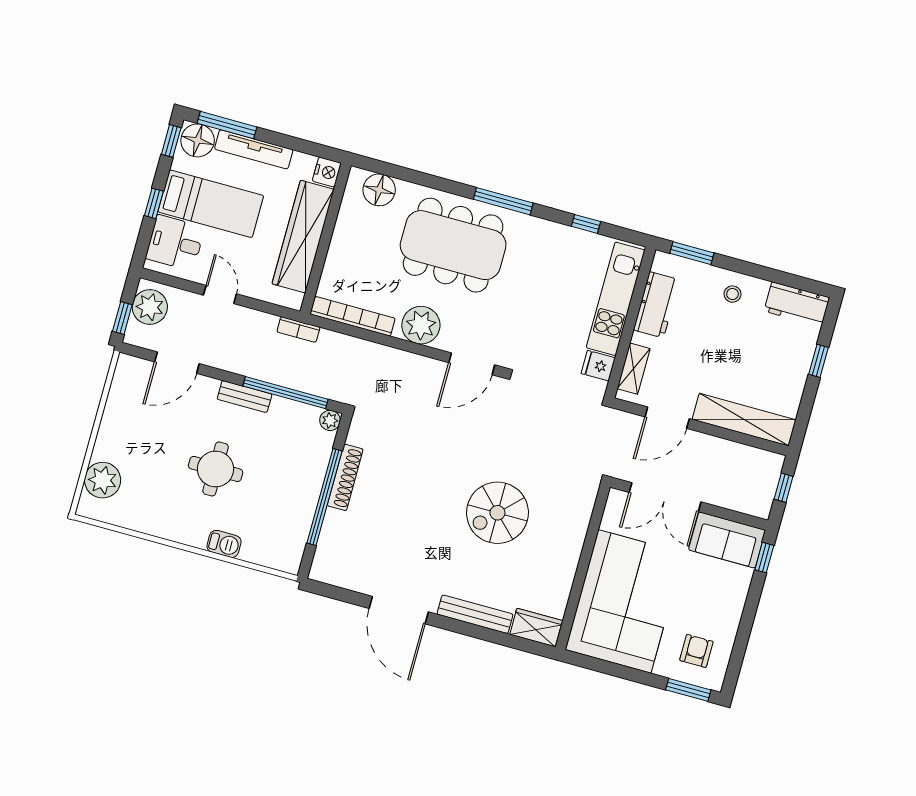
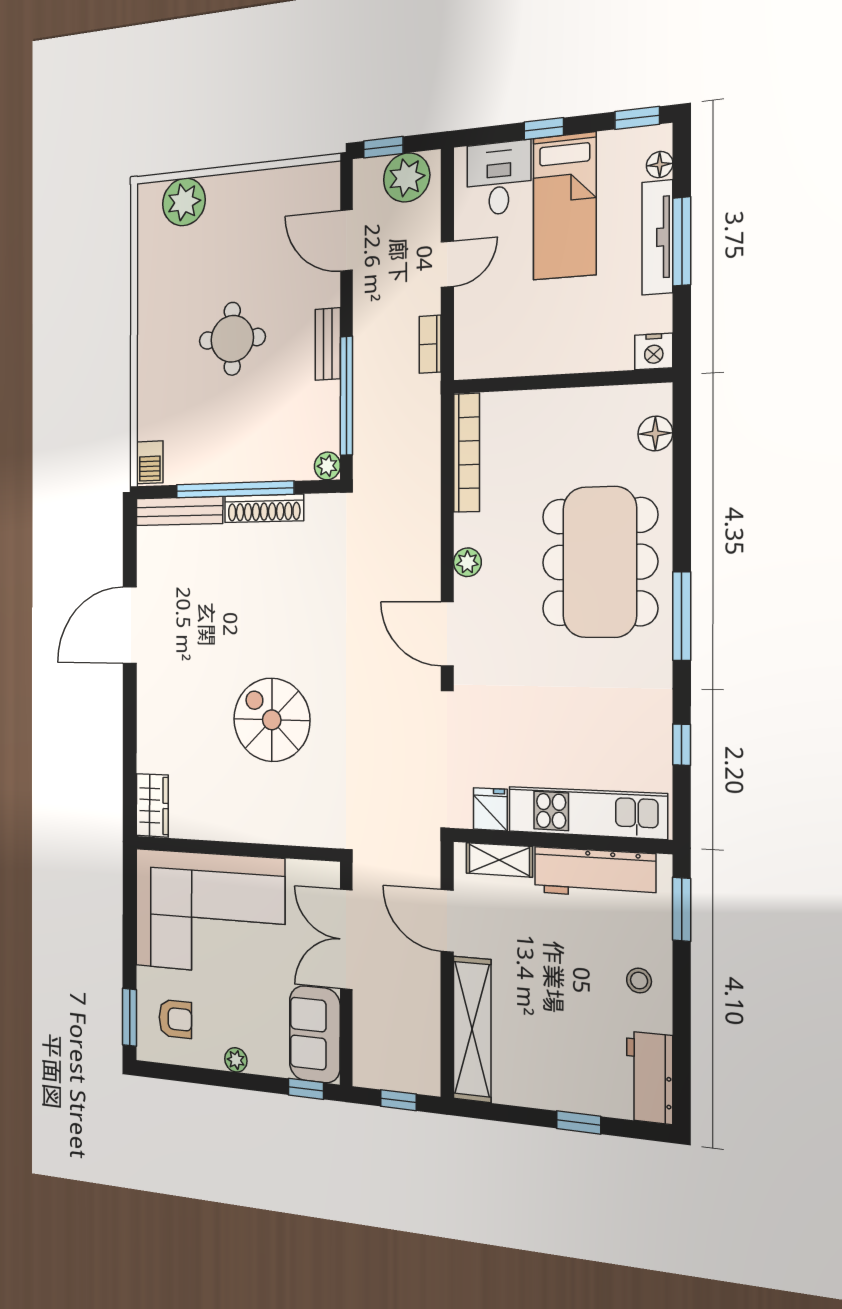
window: (227, 125) -> (682, 241), moved
floor lamp: (198, 140) -> (660, 165), width x0.53, depth x0.53
floor lamp: (379, 190) -> (655, 434), width x0.73, depth x0.73
wardrobe: (303, 237) -> (555, 349), removed
workbench: (656, 305) -> (595, 873), width x1.38
plant: (421, 325) -> (467, 562), width x0.53, depth x0.53
bookcase: (298, 330) -> (430, 344), moved
barbecue: (224, 544) -> (150, 462), moved
plant: (735, 609) -> (236, 1060), added
bench: (475, 614) -> (179, 511), moved, turned 90

